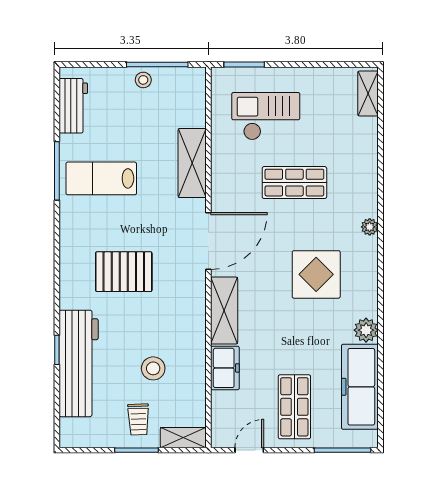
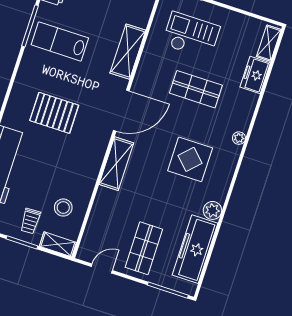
stool: (153, 368) -> (63, 208), moved
freezer: (225, 368) -> (255, 75), moved, turned 180

